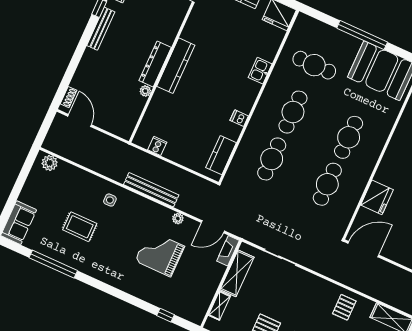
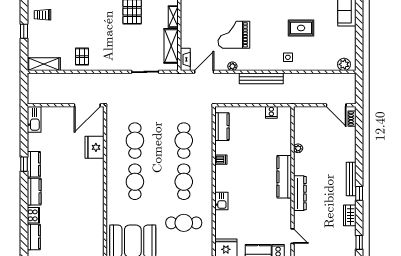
dresser: (155, 64) -> (300, 193), moved
grand piano: (160, 254) -> (234, 35), turned 180

